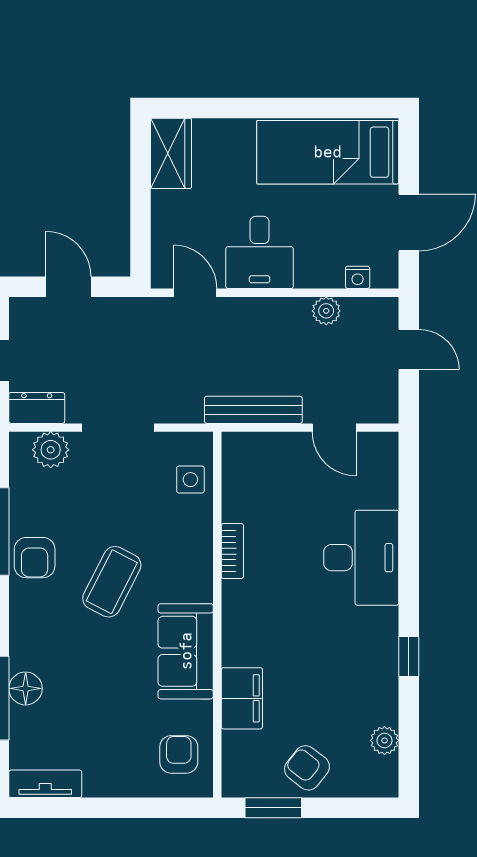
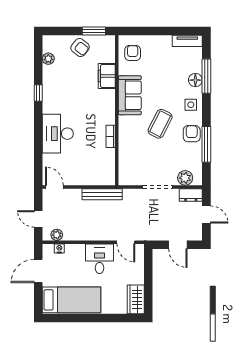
plant: (326, 311) -> (57, 235), moved
door: (334, 428) -> (54, 187), moved
side table: (190, 480) -> (191, 105), moved
armchair: (179, 754) -> (133, 53), turned 180

